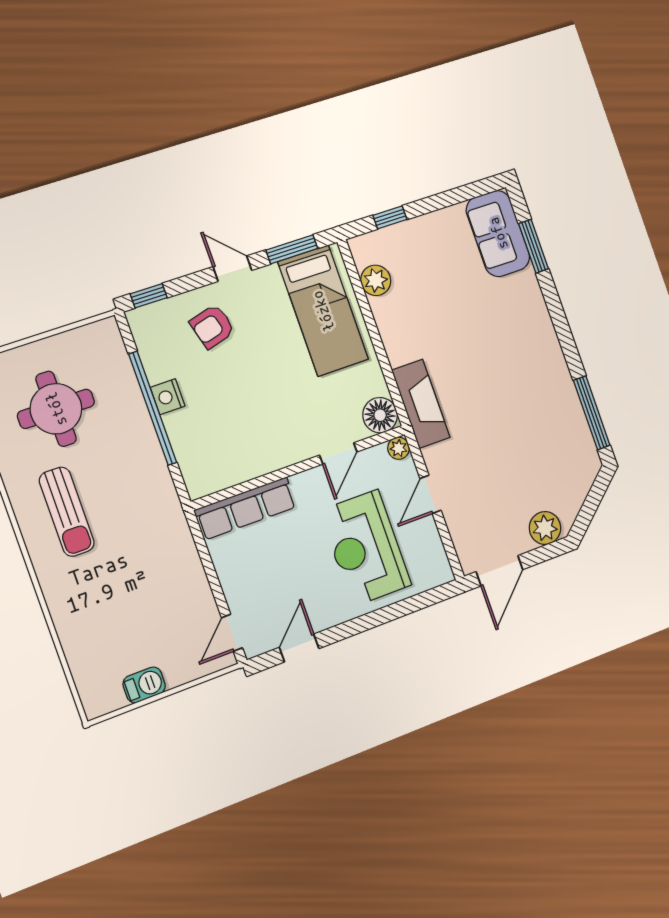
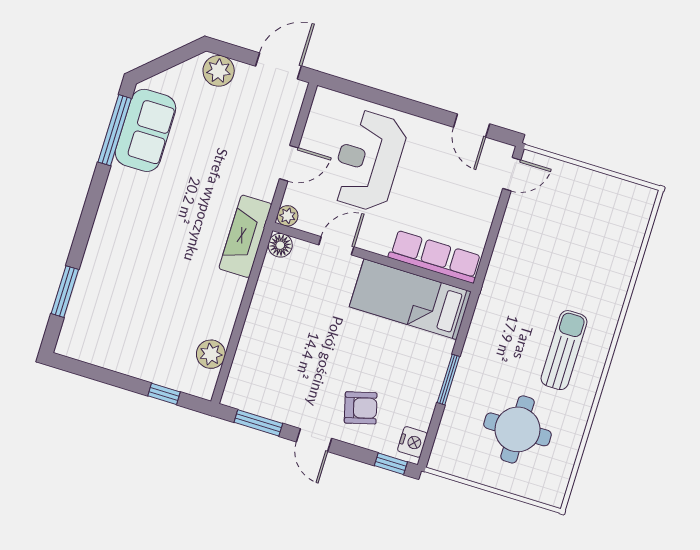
sofa: (498, 233) -> (145, 130), moved
bed: (323, 311) -> (410, 299), moved, turned -90
nightstand: (168, 397) -> (412, 442), moved
window: (153, 408) -> (448, 380), width x0.47
floor lamp: (380, 415) -> (280, 245), width x0.73, depth x0.73
reception desk: (365, 548) -> (368, 161), turned 180
door: (299, 648) -> (472, 125), hinge flipped
barbecue: (144, 685) -> (601, 185), removed

